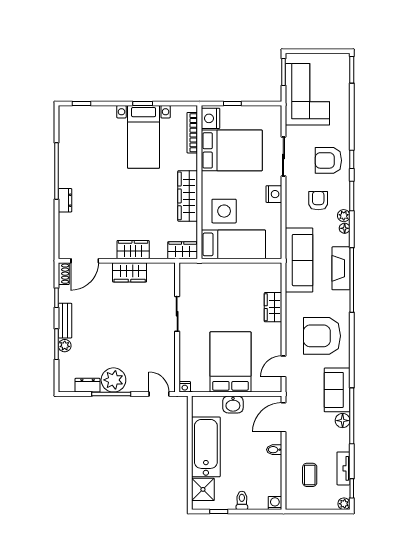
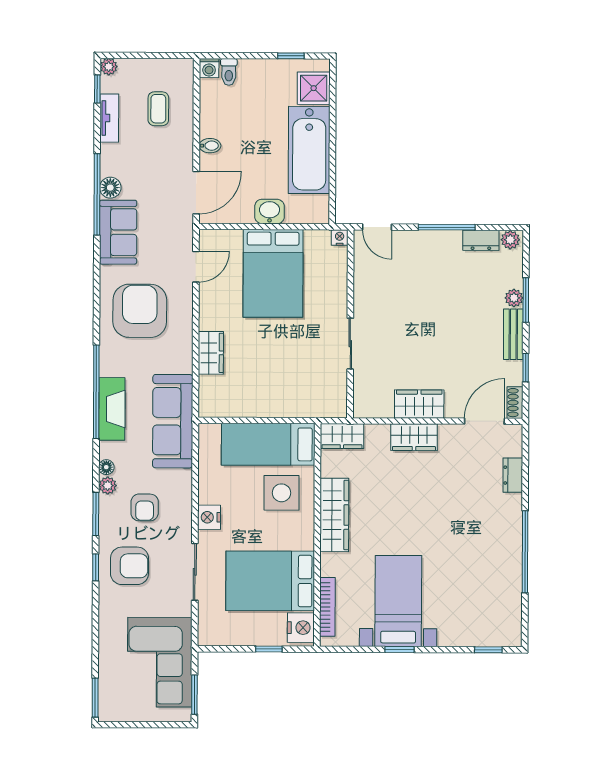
dresser: (65, 200) -> (513, 475), moved
armchair: (322, 336) -> (140, 311), turned -90
plant: (113, 380) -> (510, 240), moved, width x0.53, depth x0.53
toilet: (242, 500) -> (229, 72), moved

